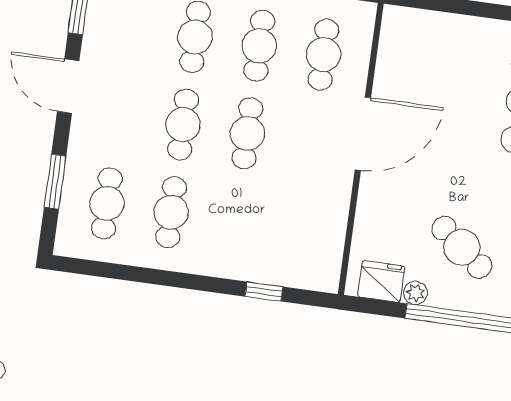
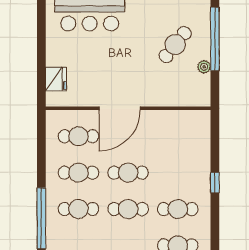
door: (363, 134) -> (120, 108), swing flipped
fridge: (381, 281) -> (56, 79), moved, turned 180
window: (264, 292) -> (215, 183), moved

